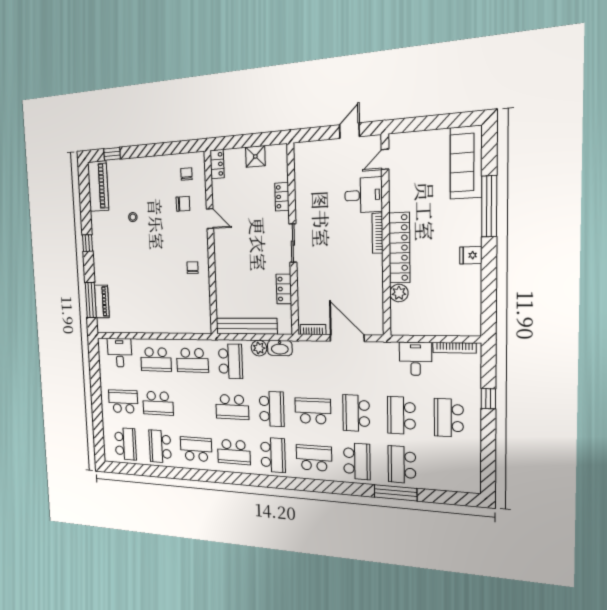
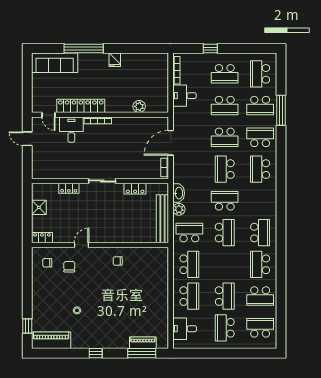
locker: (399, 248) -> (81, 106), moved
school desk: (273, 455) -> (260, 74), moved, turned -90

